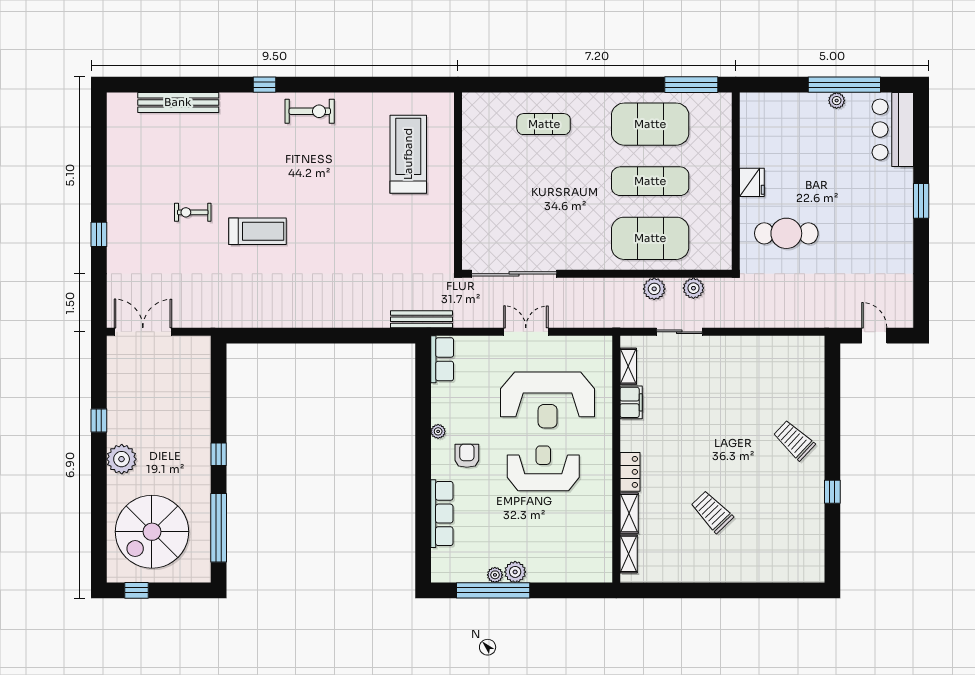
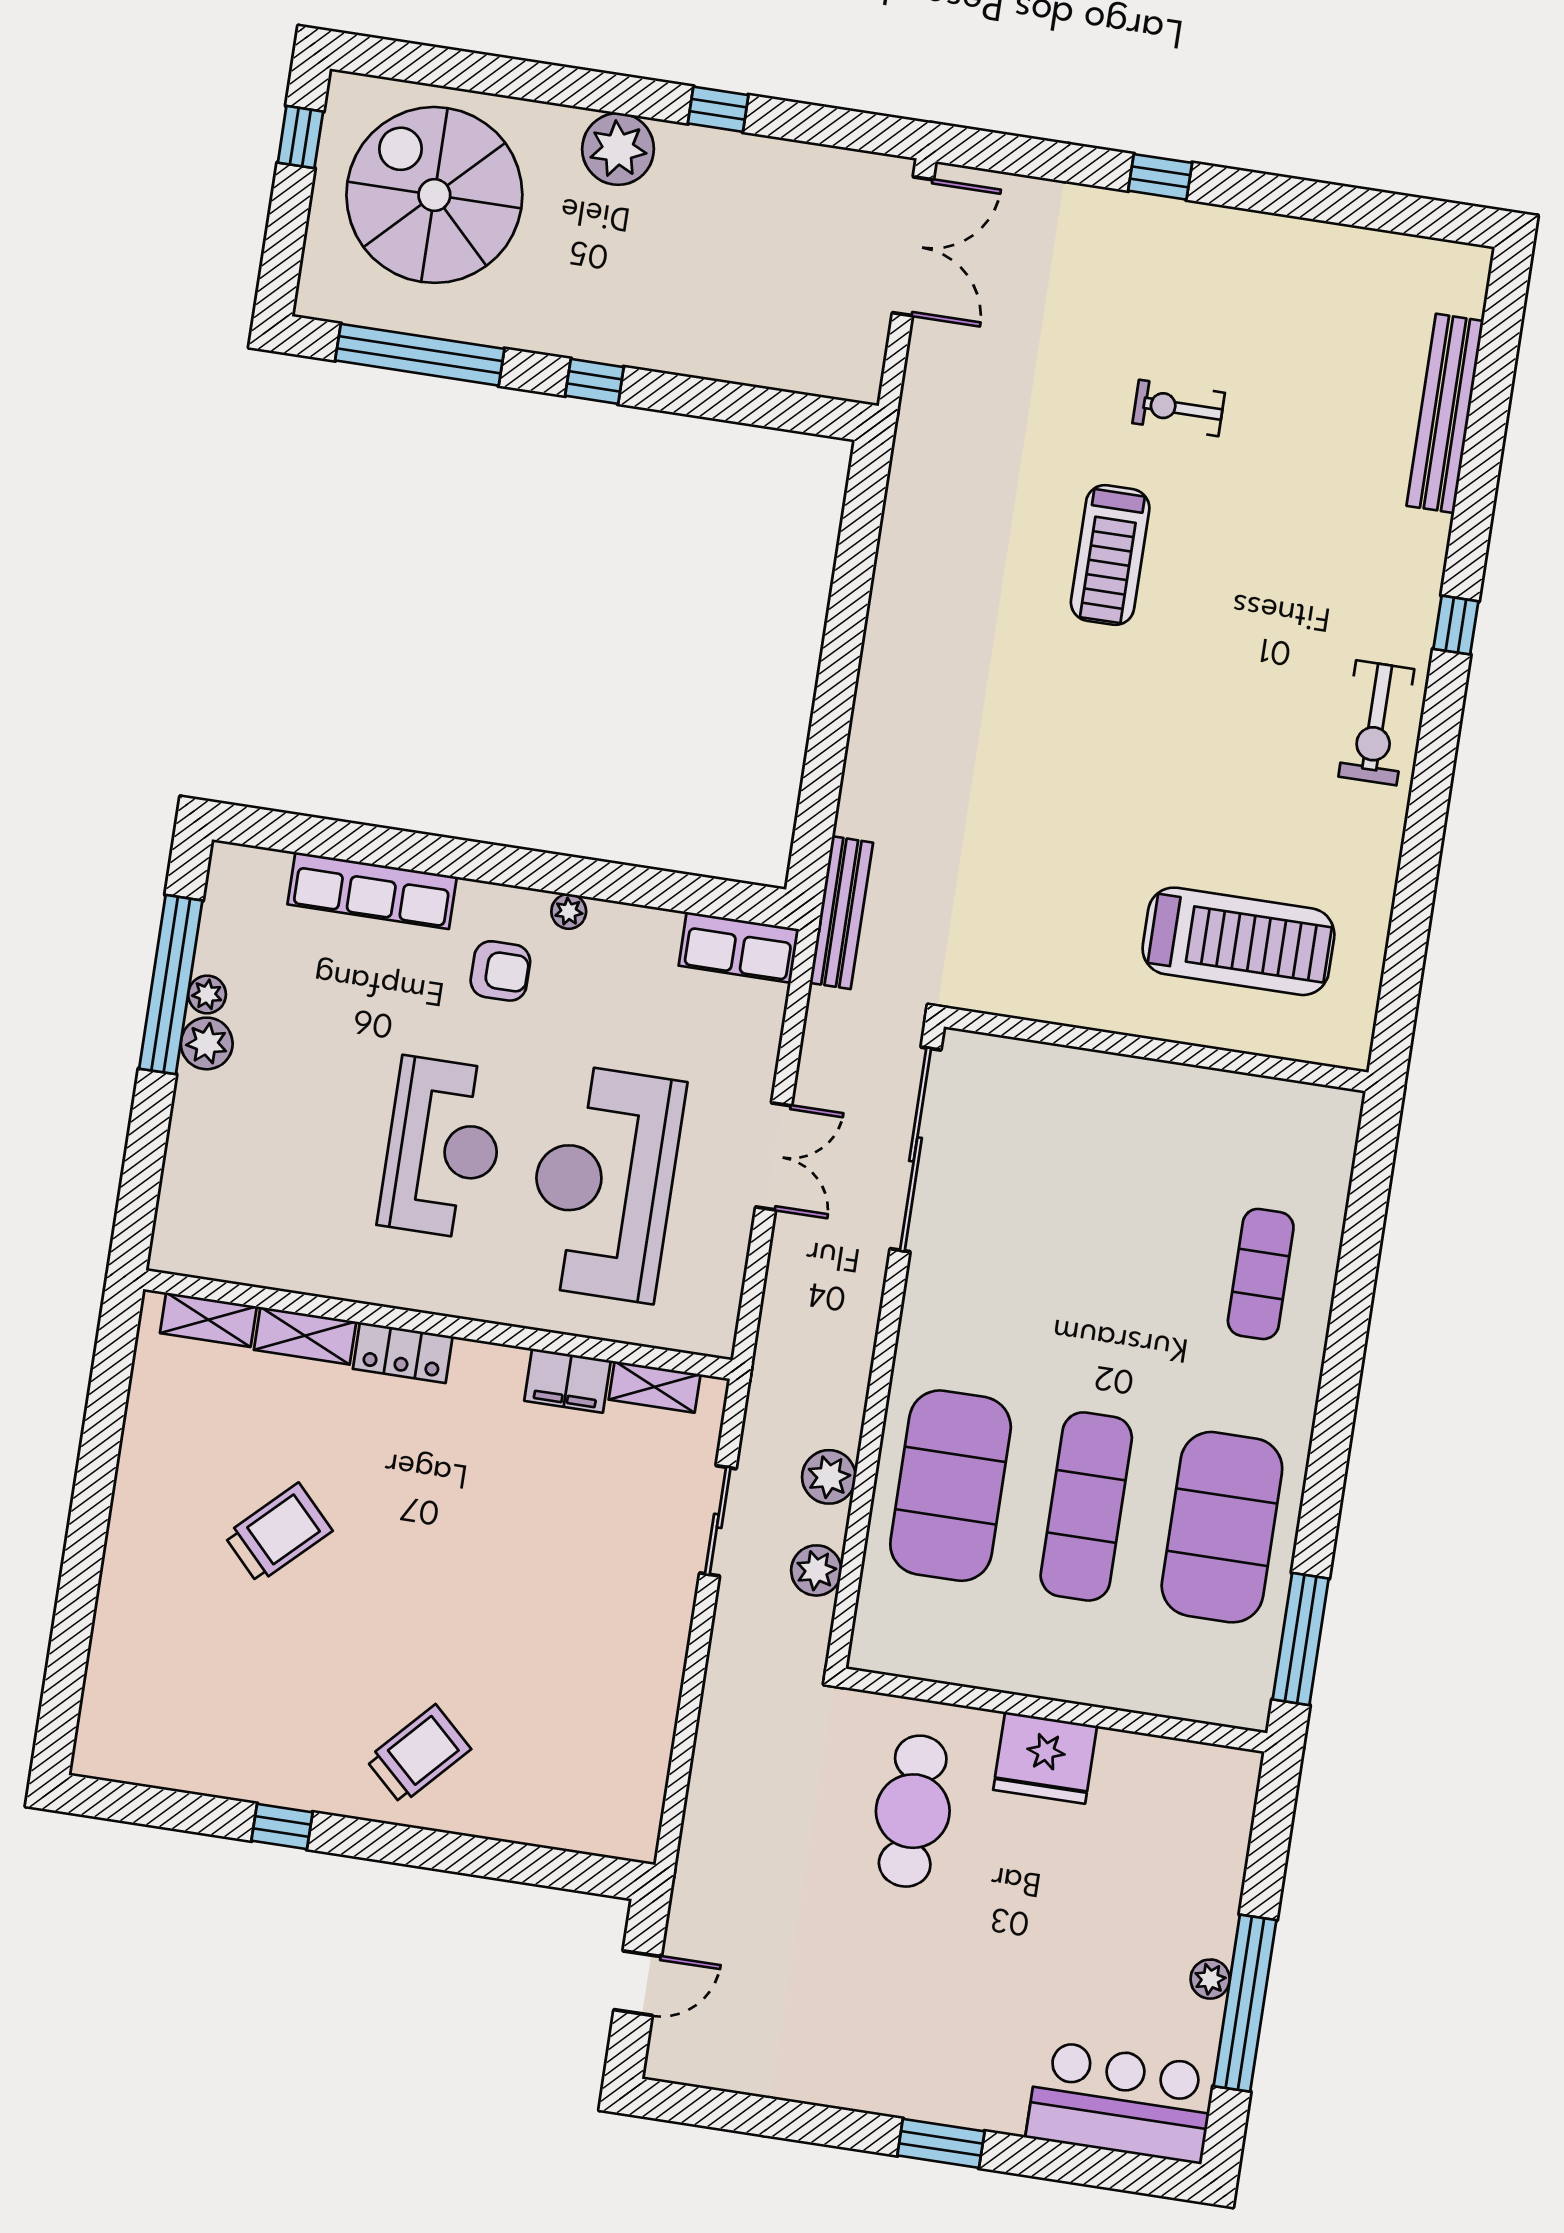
fridge: (752, 182) -> (1045, 1758), width x1.36, depth x1.34
exercise bike: (193, 212) -> (1179, 408), turned -90

